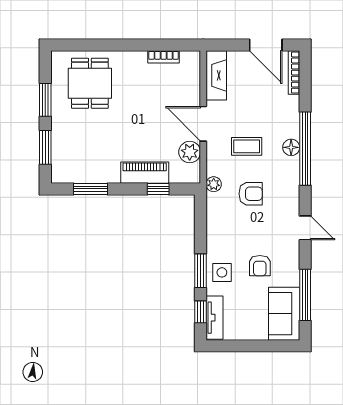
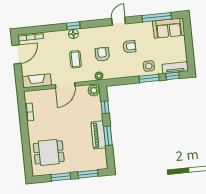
window: (305, 149) -> (73, 26), width x0.32
plant: (190, 152) -> (94, 90), moved
piano: (145, 173) -> (98, 135), moved
window: (91, 189) -> (108, 136), moved
armchair: (260, 266) -> (129, 47), moved

